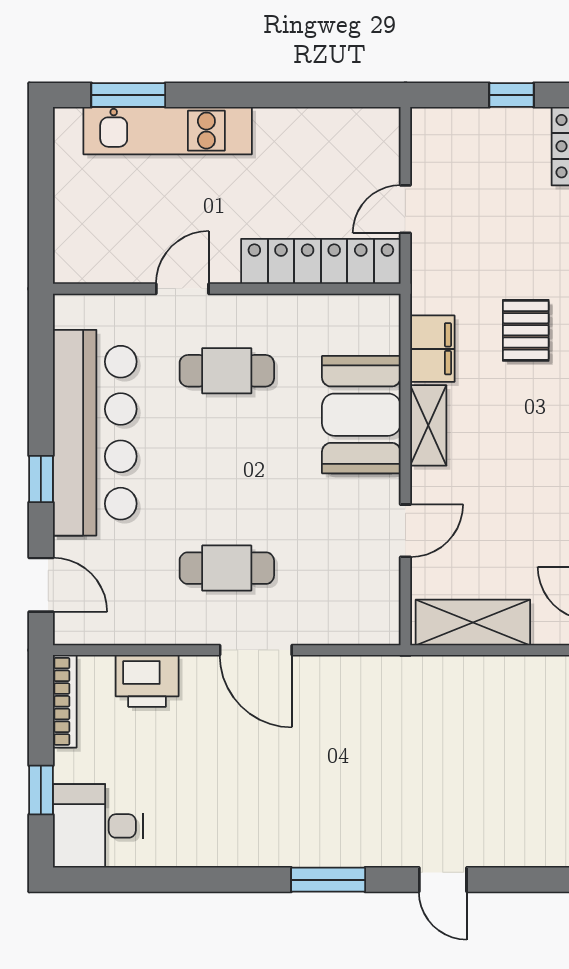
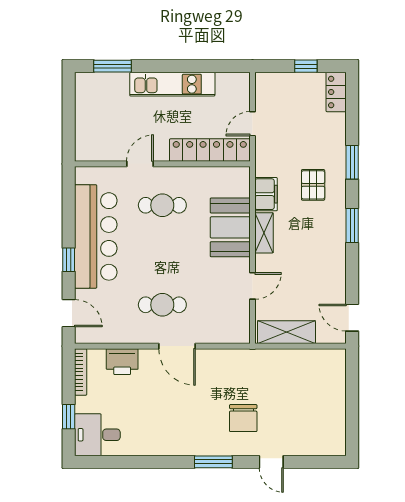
kitchen unit: (168, 131) -> (172, 84), moved
chair: (387, 793) -> (243, 418), added

